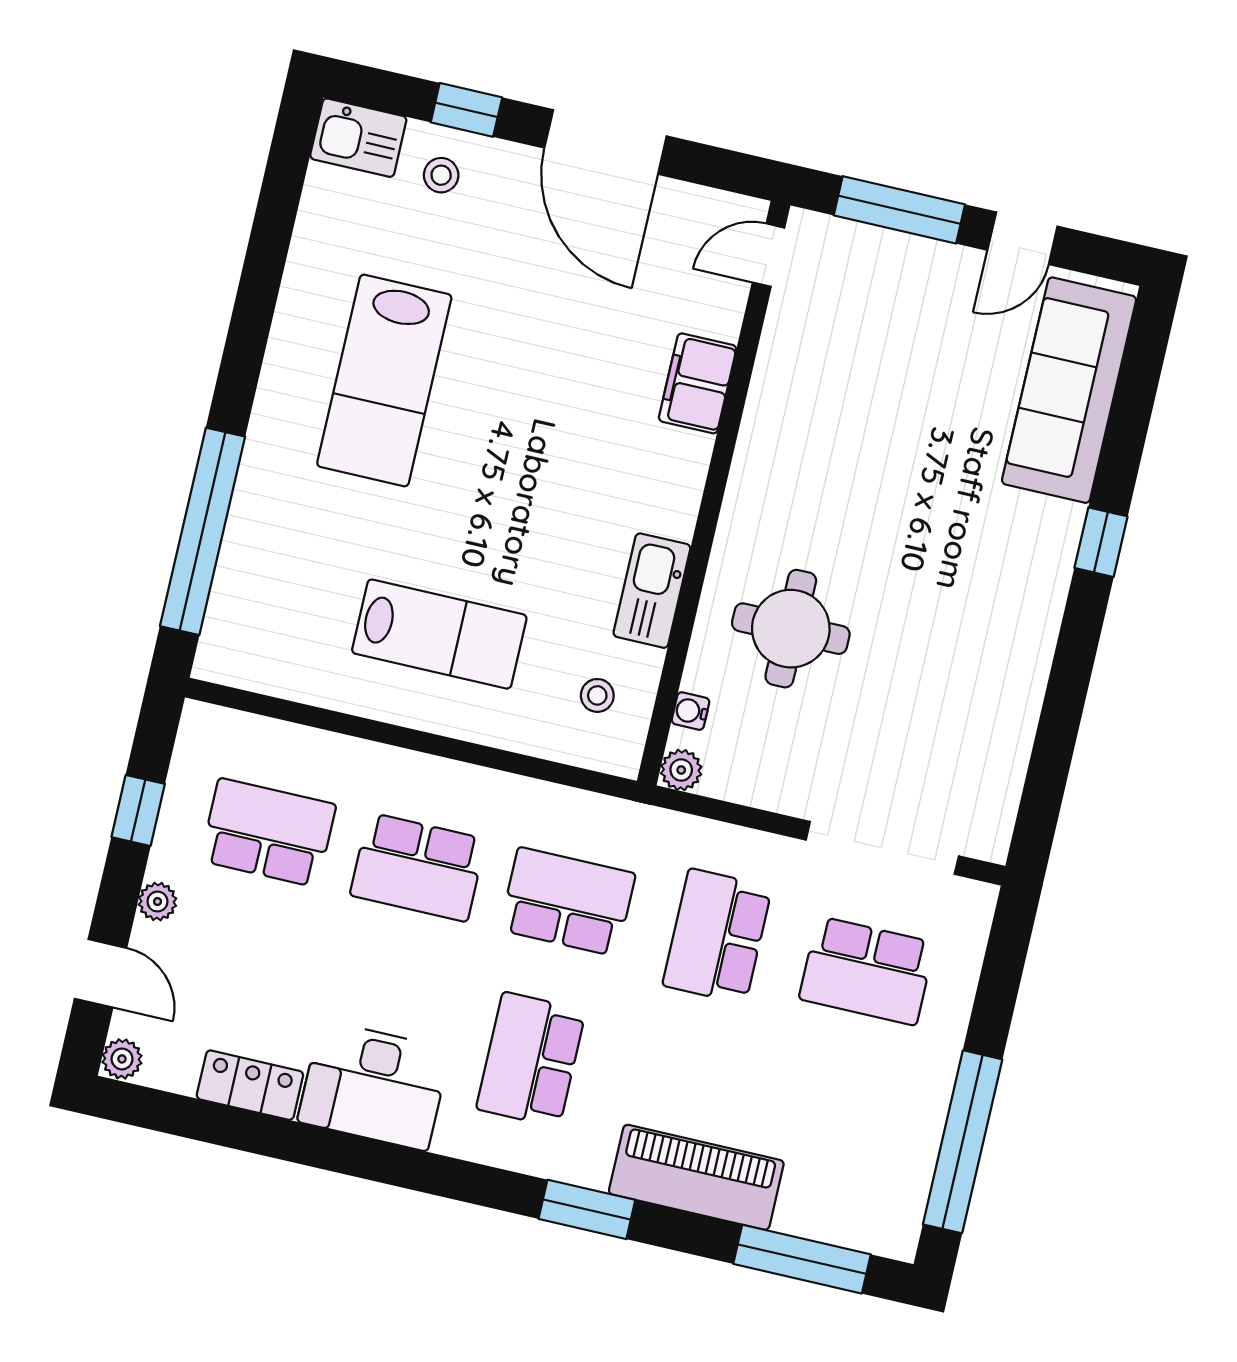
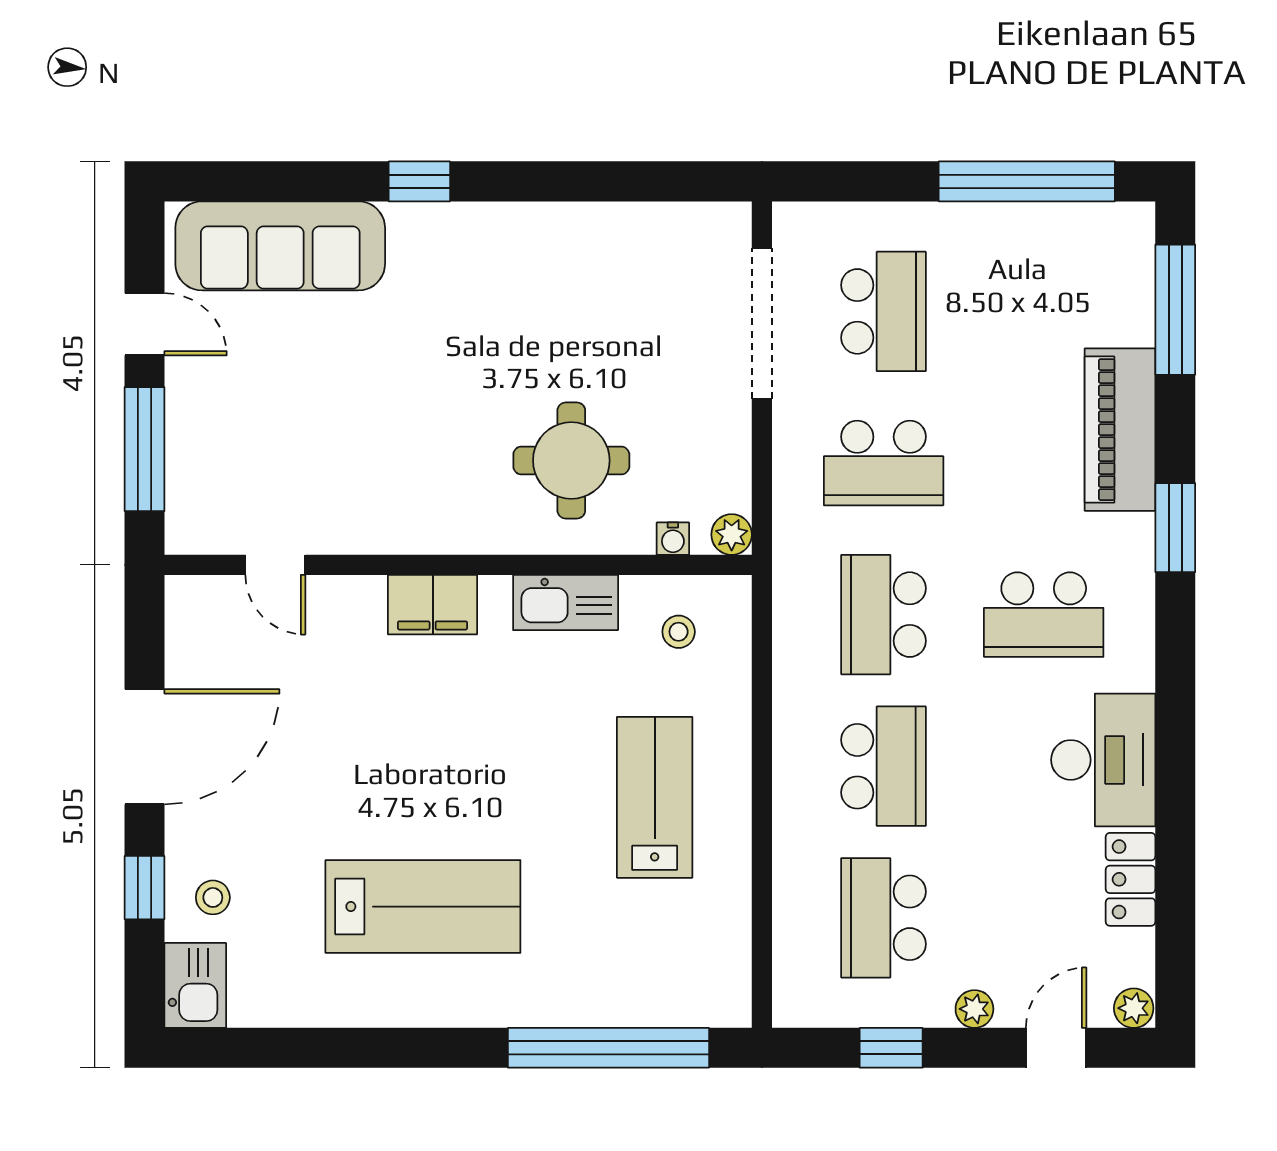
door: (769, 255) -> (275, 565), moved
filing cabinet: (698, 383) -> (433, 605), moved

